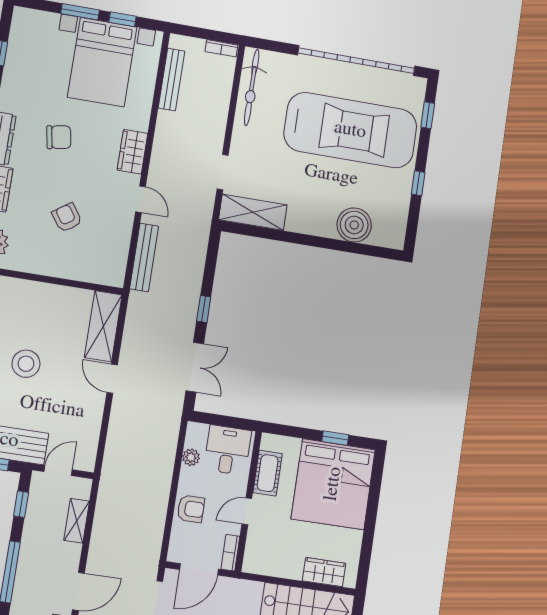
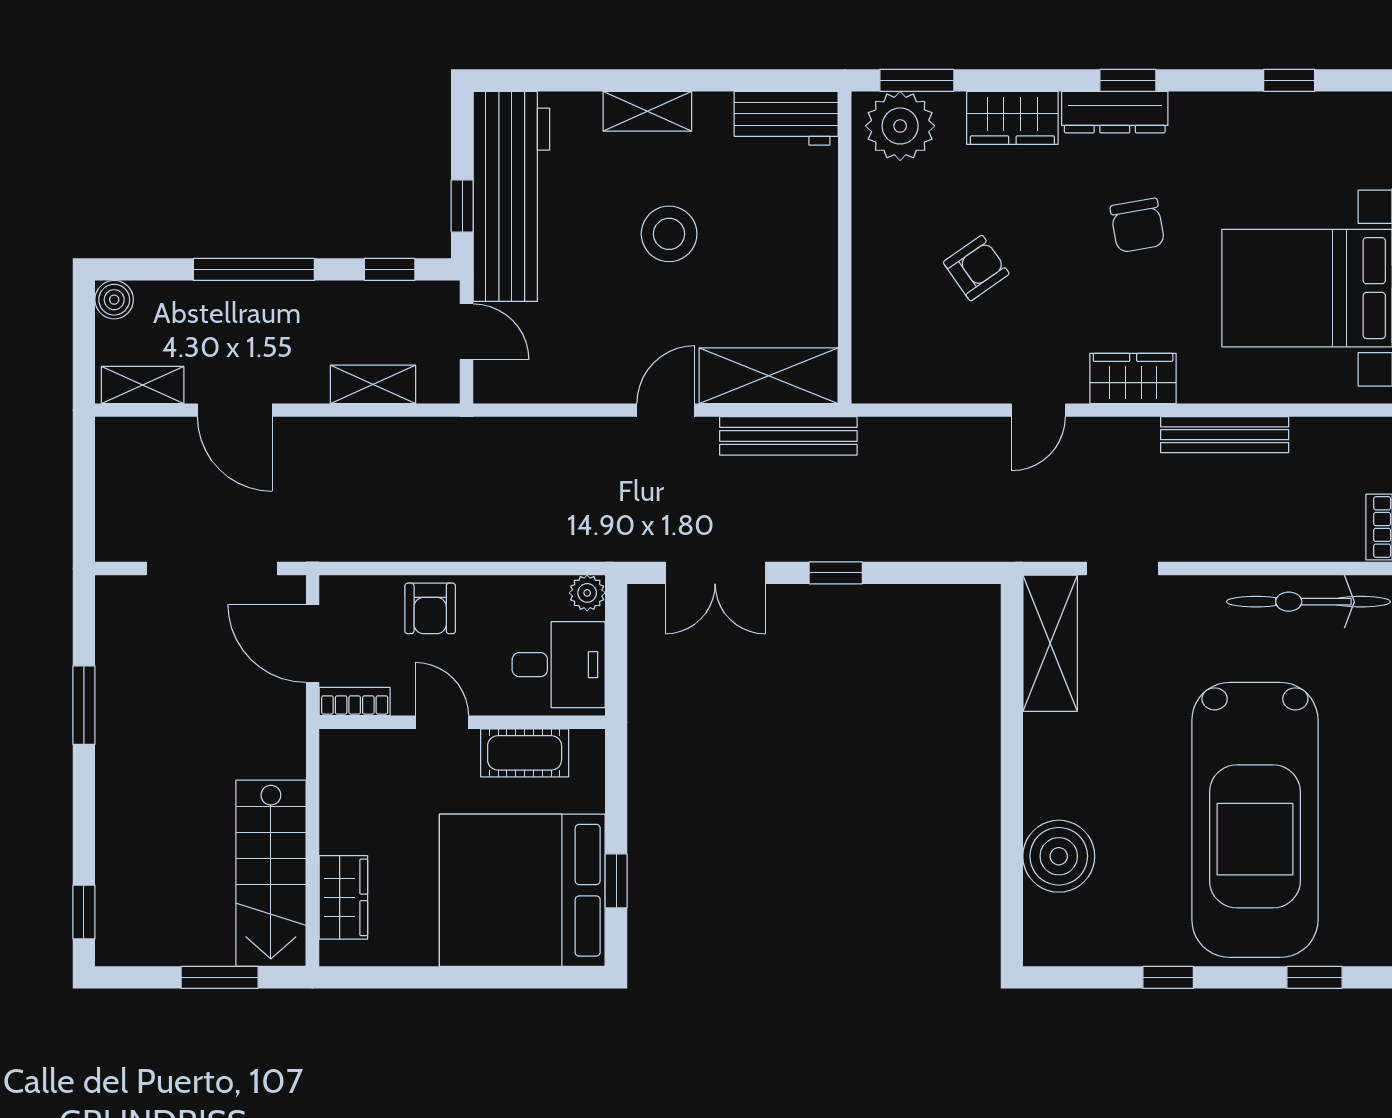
bench: (171, 80) -> (1225, 435), moved
bench: (144, 257) -> (788, 436), moved
plant: (191, 457) -> (587, 593), moved

